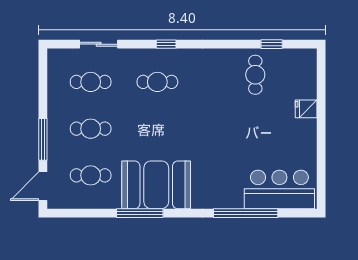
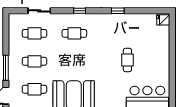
window: (272, 44) -> (118, 11), moved
cafe table: (255, 75) -> (127, 60), moved
fridge: (306, 109) -> (163, 20), moved

